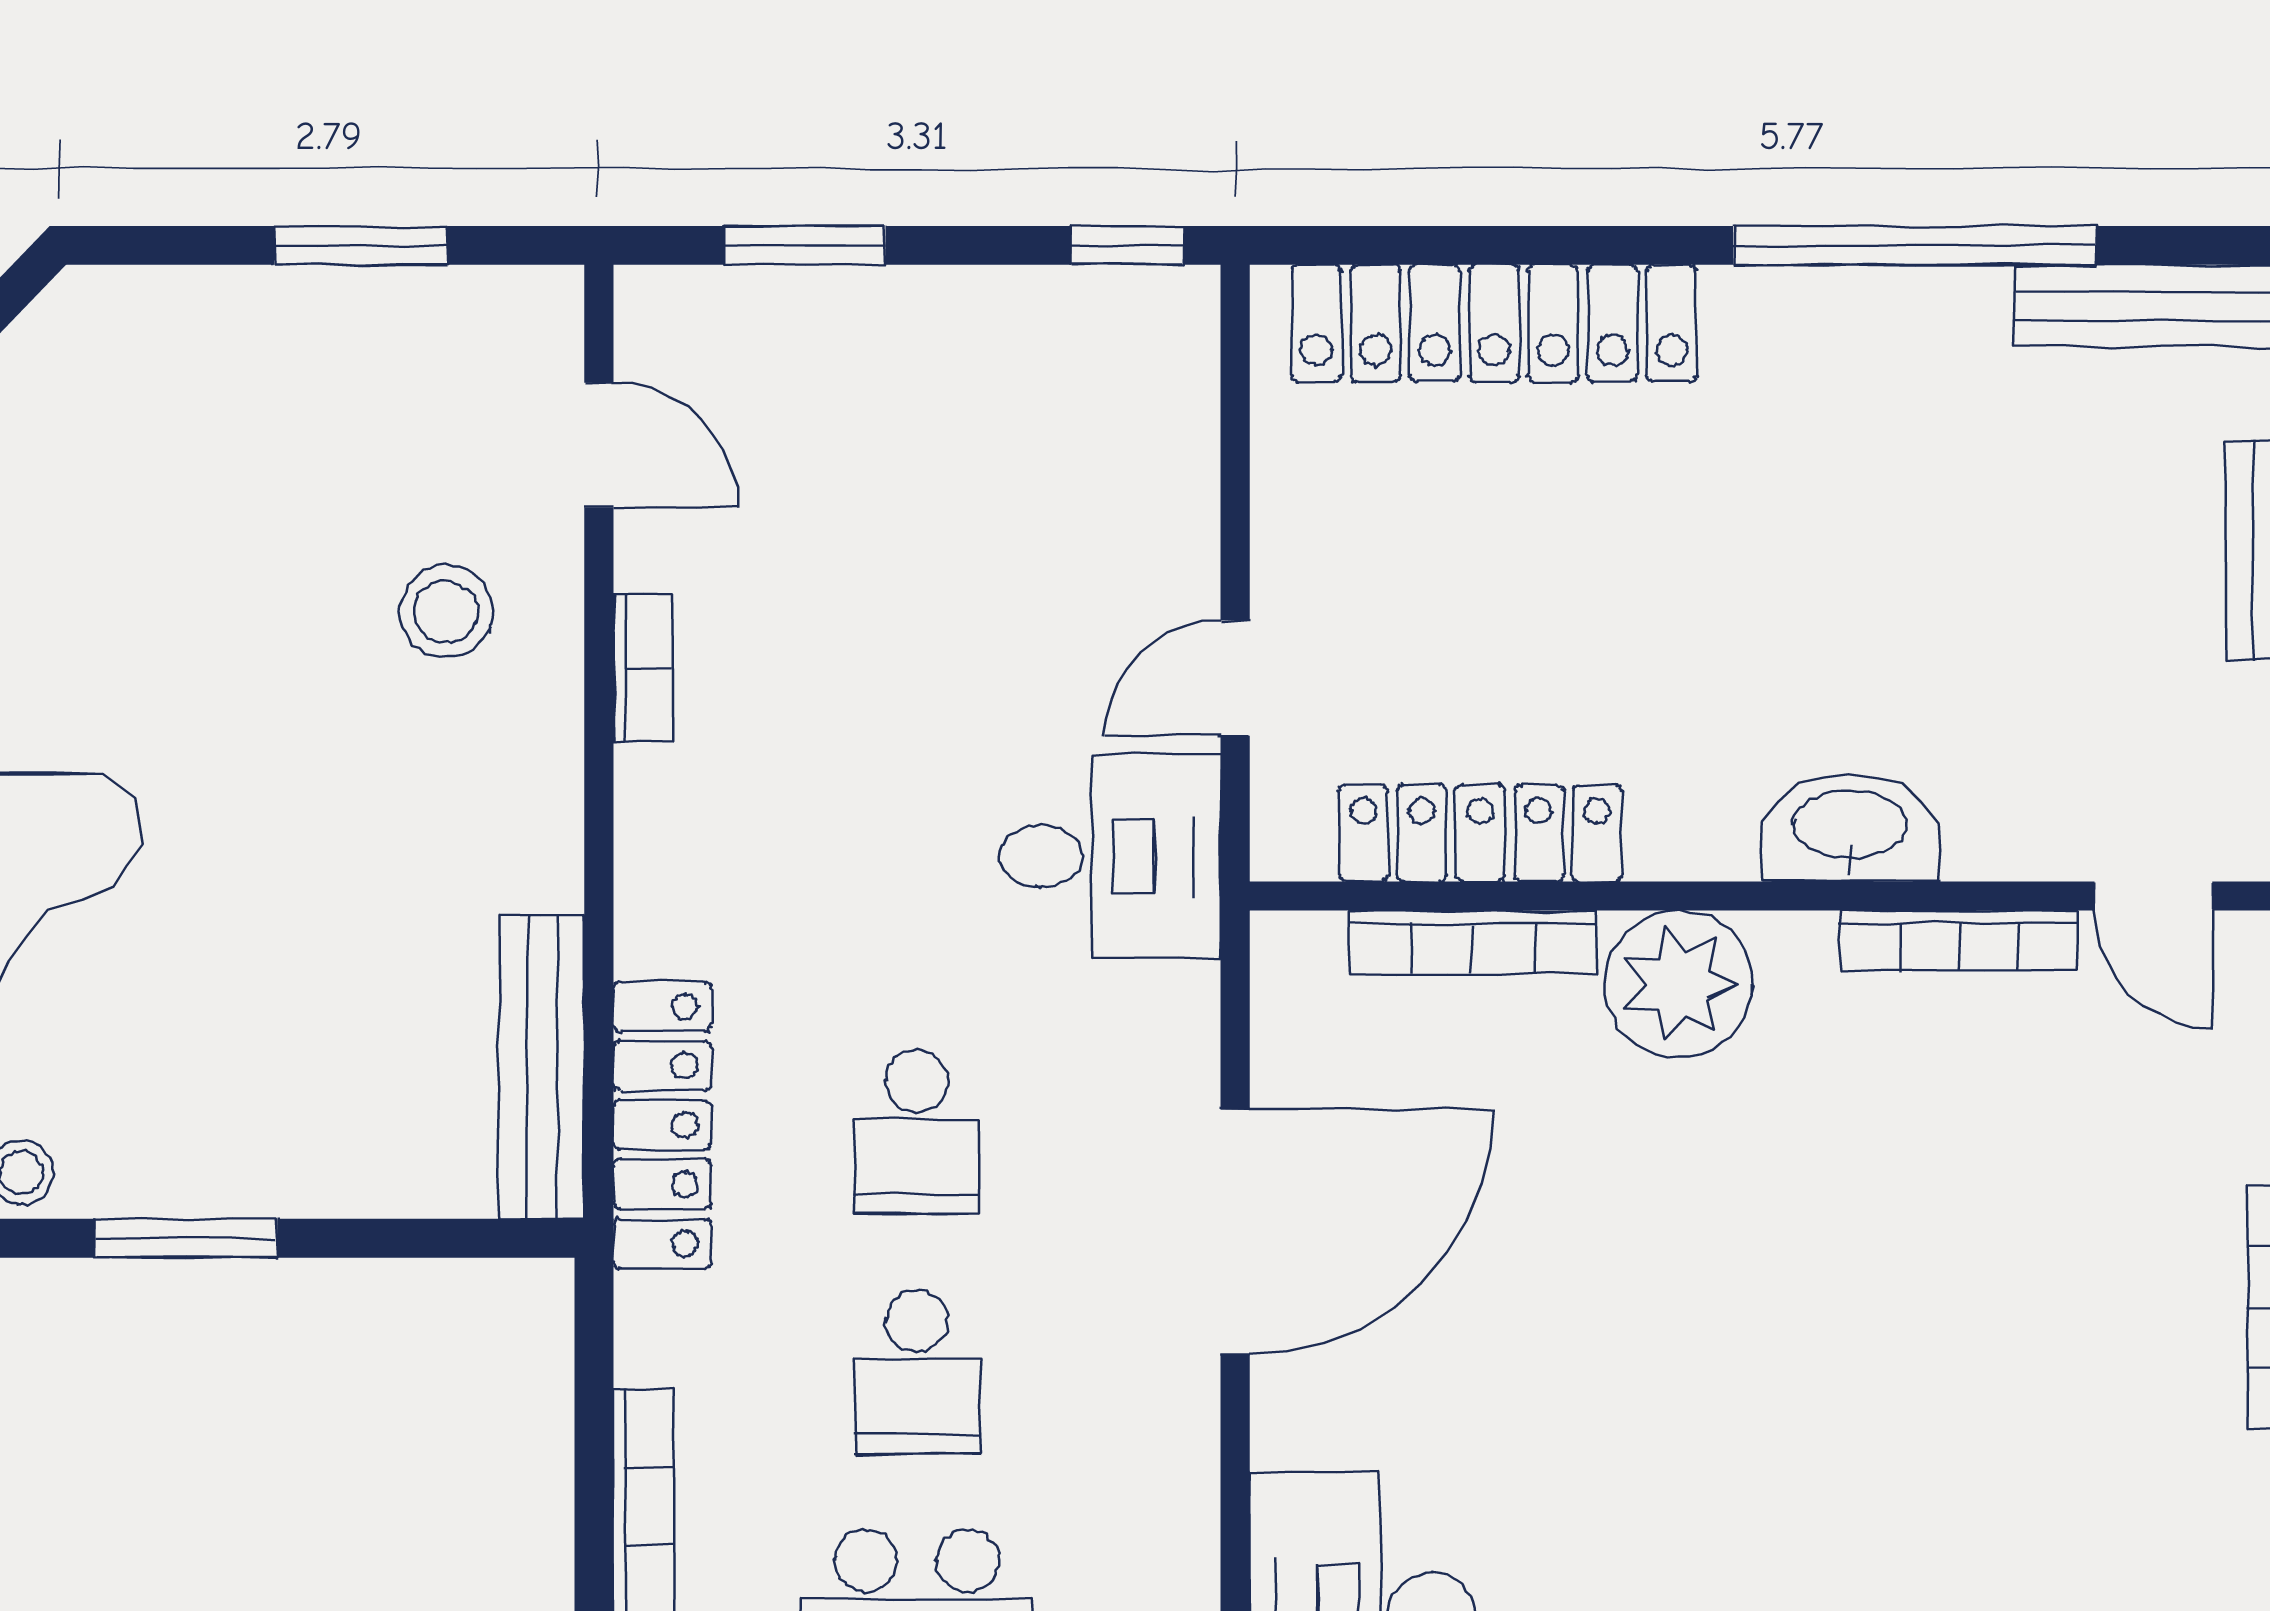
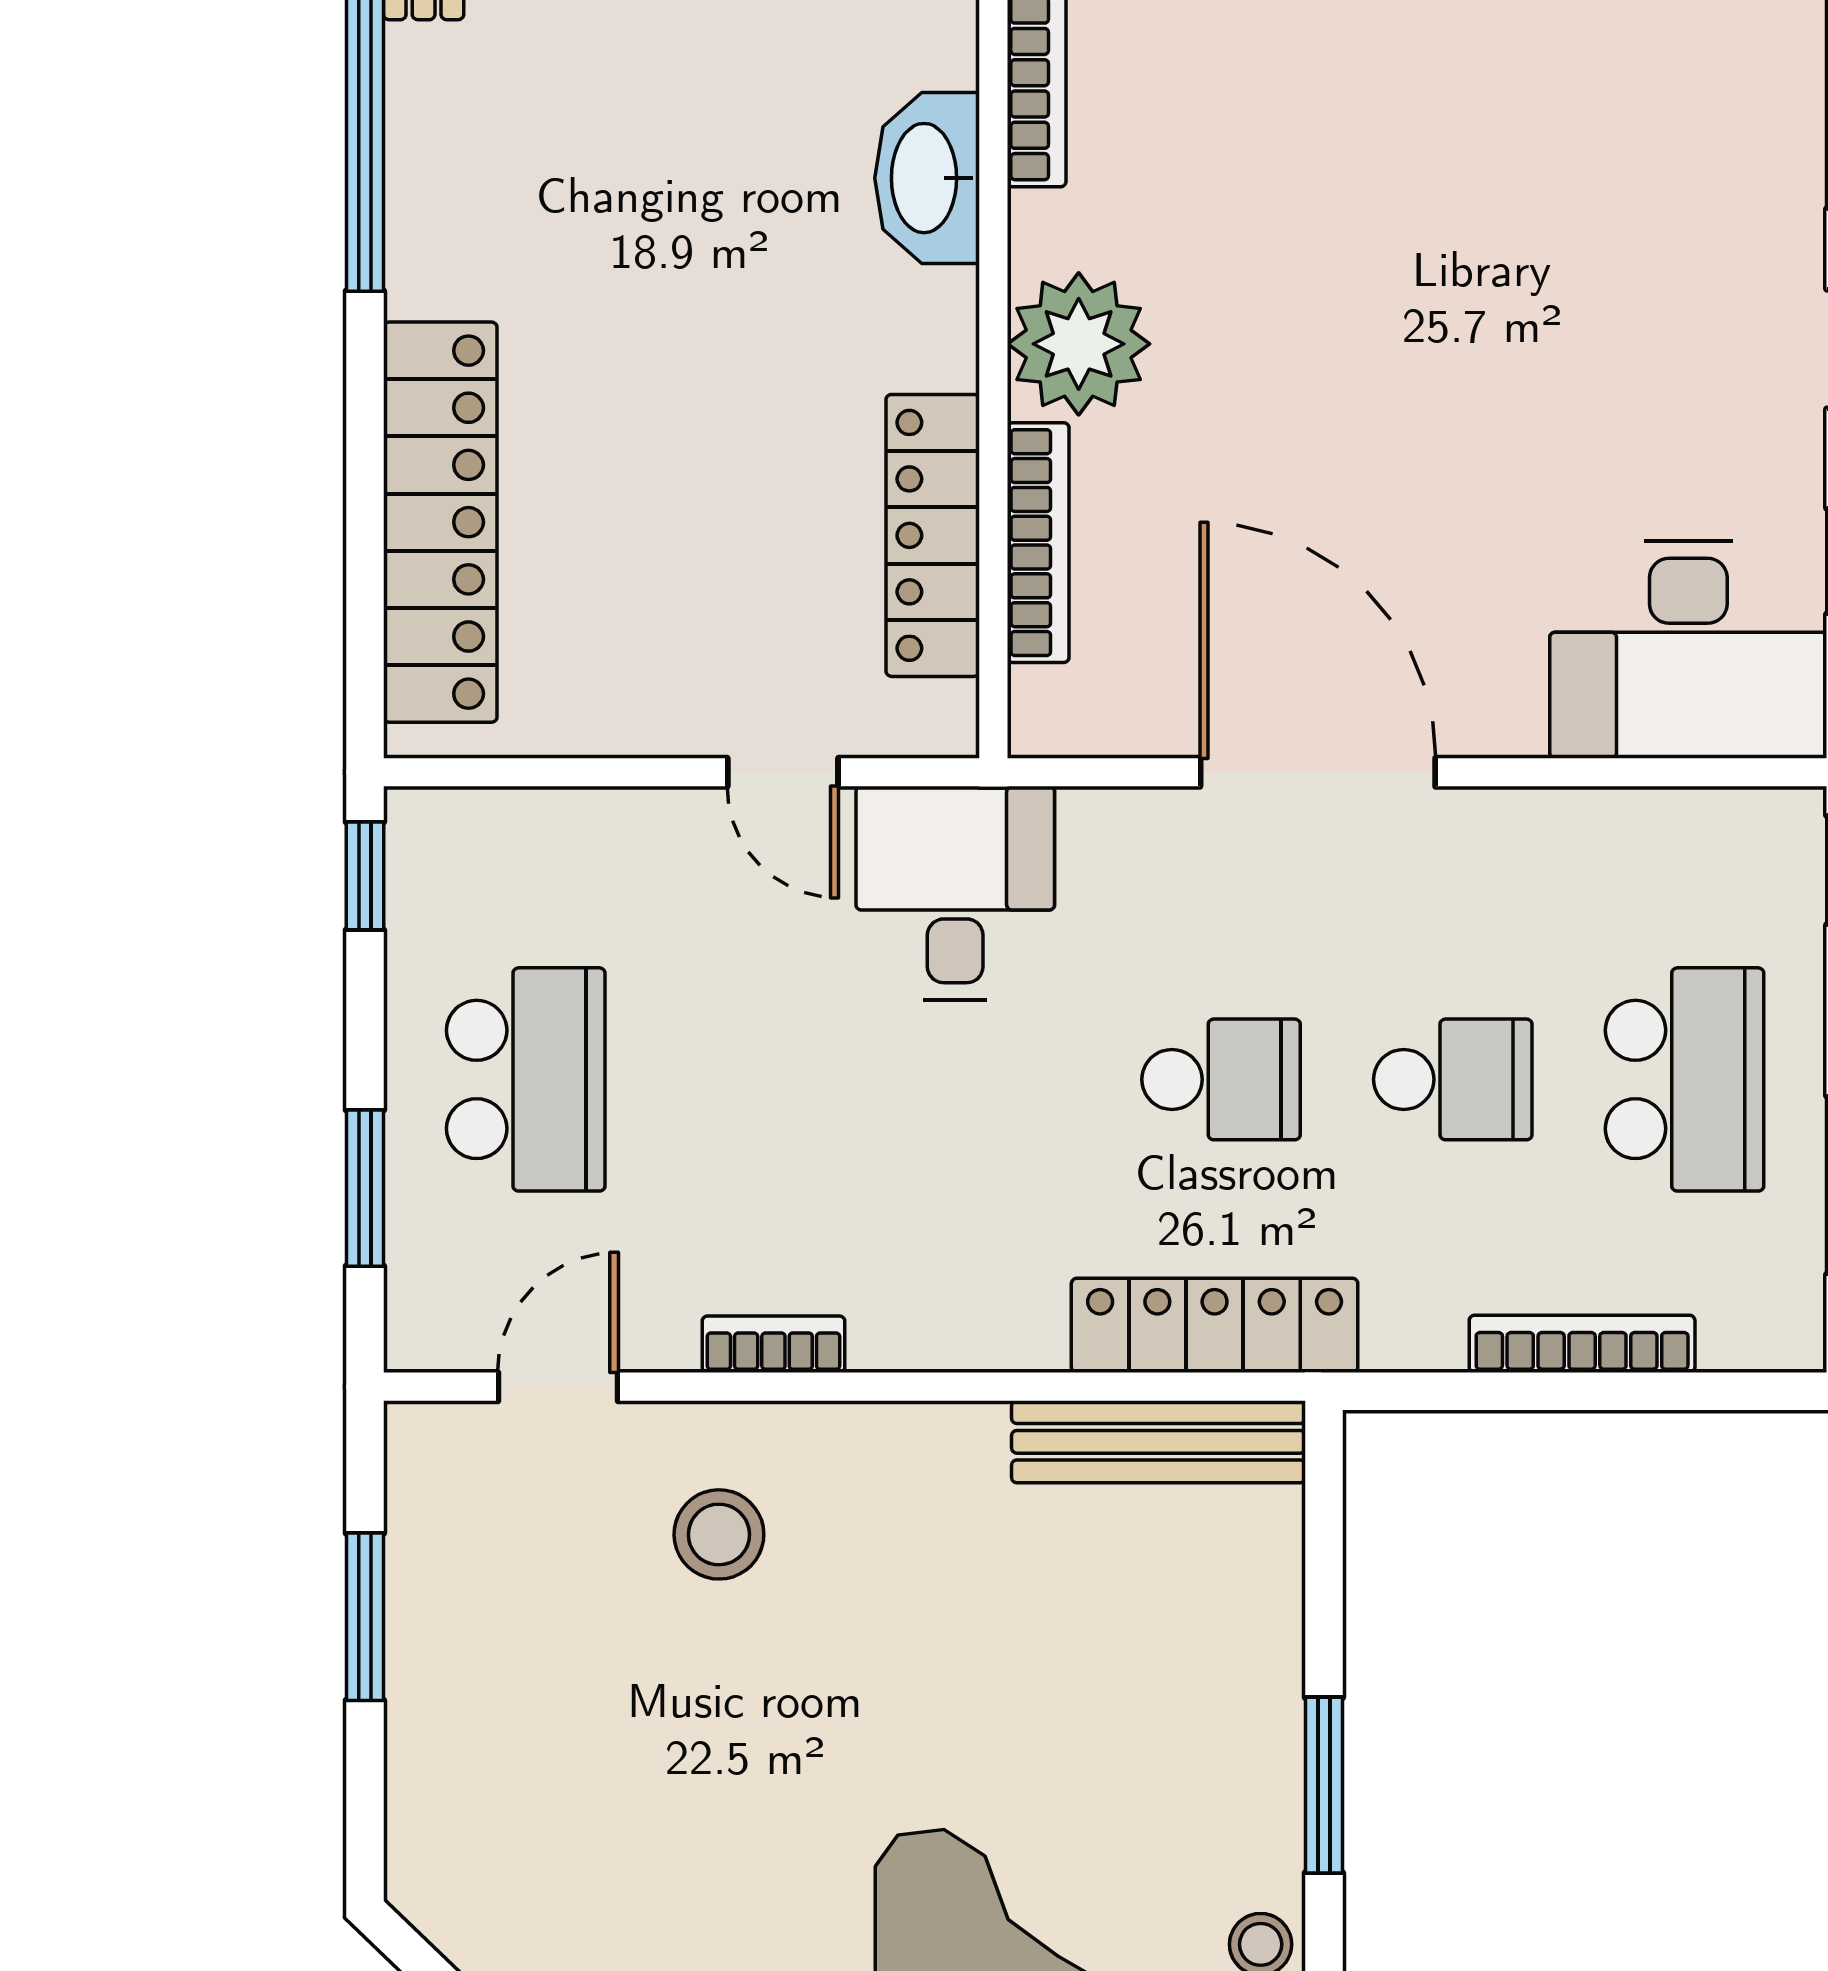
school desk: (917, 412) -> (526, 1079), added

